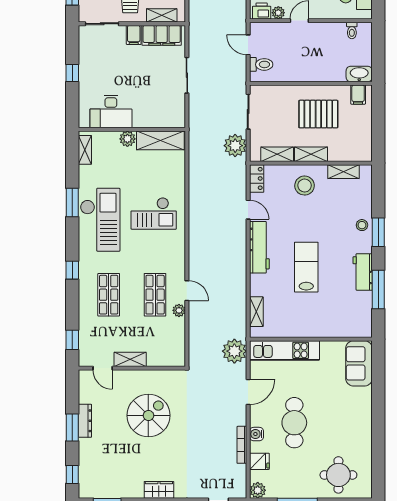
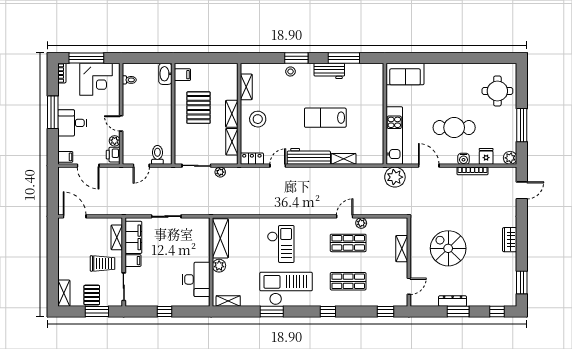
plant: (235, 146) -> (220, 172), width x0.53, depth x0.53
shelving: (256, 312) -> (344, 159), moved
shelving: (130, 359) -> (402, 249), moved

